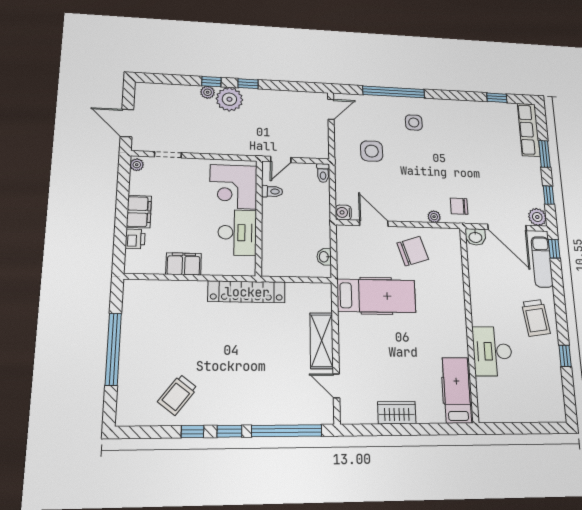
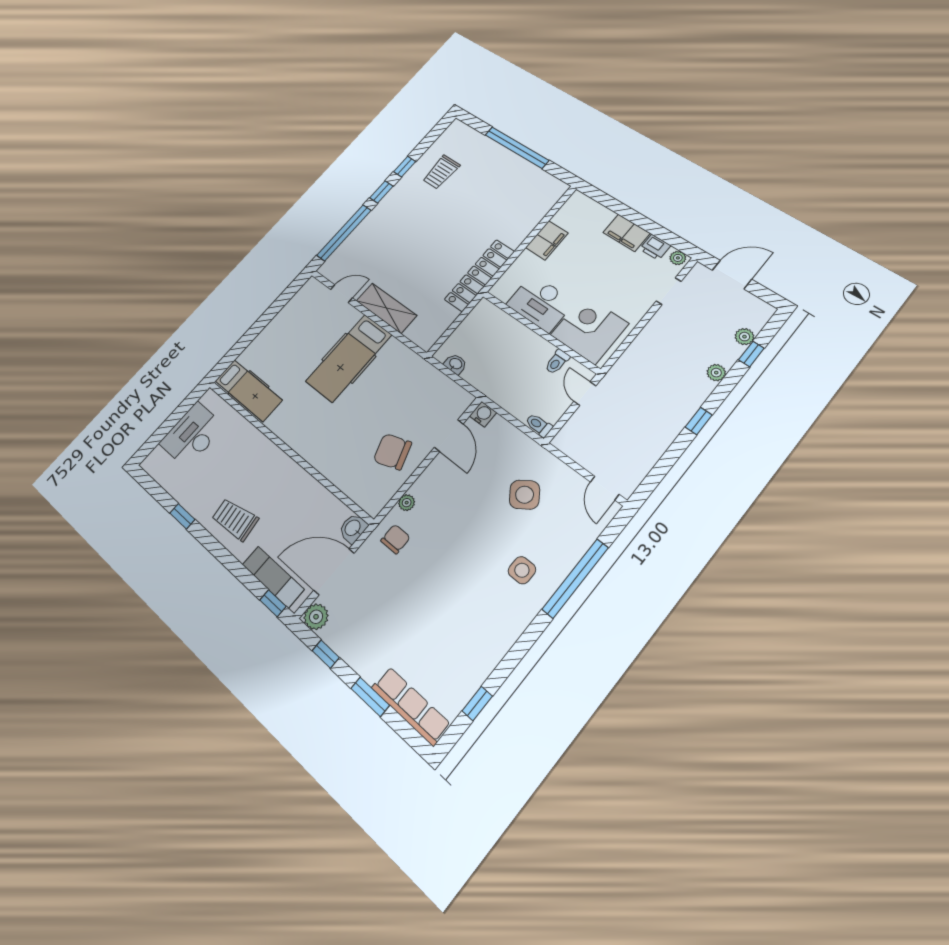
window: (211, 82) -> (751, 354), moved
plant: (229, 99) -> (744, 337), moved, width x0.53, depth x0.53
side table: (372, 151) -> (525, 495), turned -35
door: (374, 223) -> (449, 436), hinge flipped
printer: (135, 239) -> (655, 247), moved
chair: (413, 251) -> (392, 452), turned 89
hospital bed: (376, 296) -> (349, 358), moved
desk: (492, 351) -> (192, 435), moved, turned -90
trolley: (177, 395) -> (441, 172), turned -128
wardrobe: (397, 413) -> (279, 326), removed

